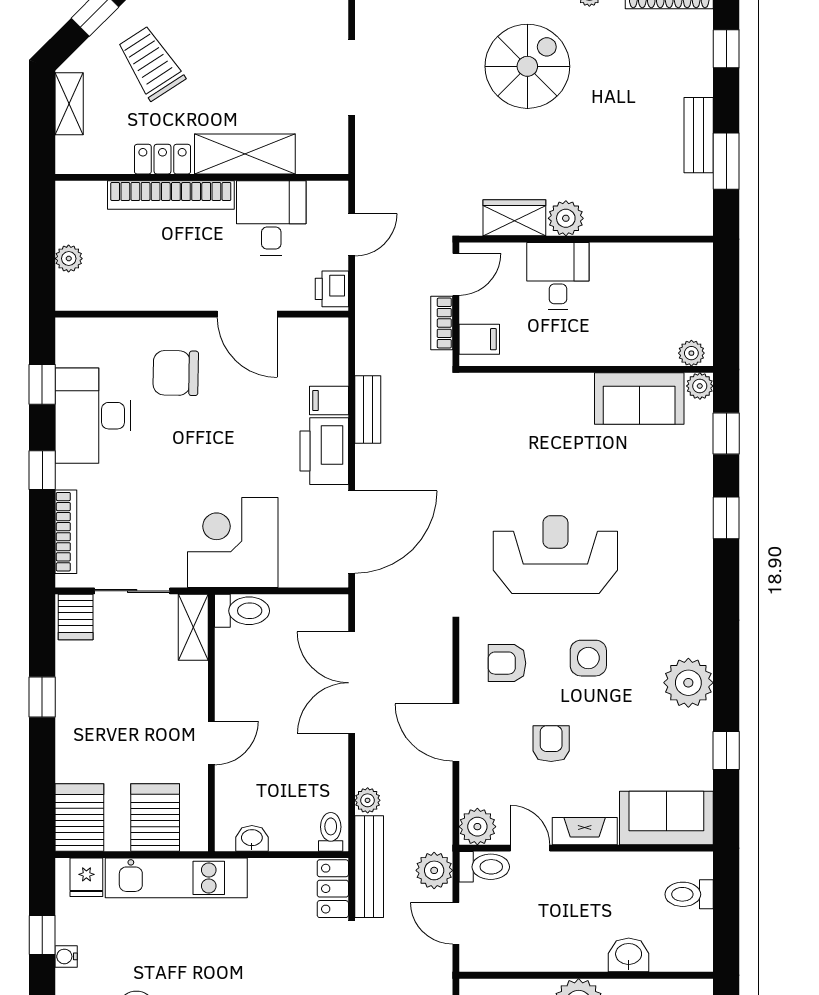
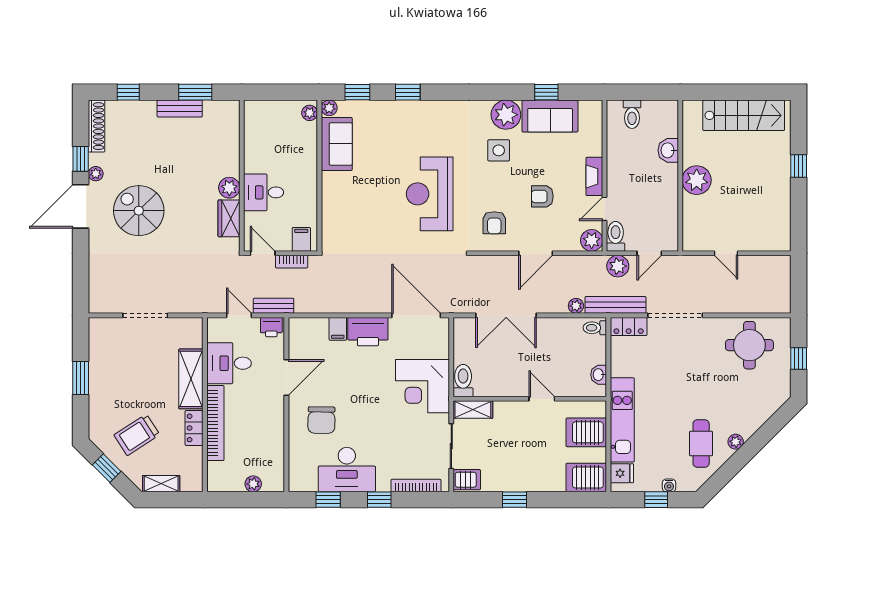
bench: (368, 409) -> (274, 306), moved
side table: (588, 658) -> (499, 150), moved
sofa: (666, 818) -> (550, 116), moved, turned -90

